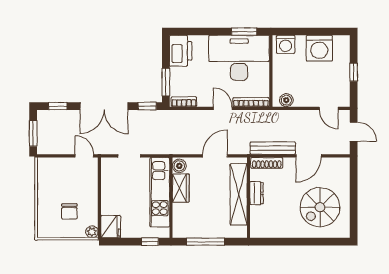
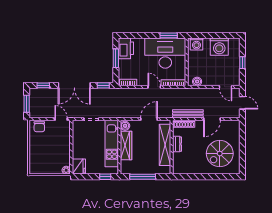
window: (166, 82) -> (116, 58), moved
wardrobe: (181, 188) -> (126, 145), width x1.50
chair: (69, 211) -> (39, 127), moved

